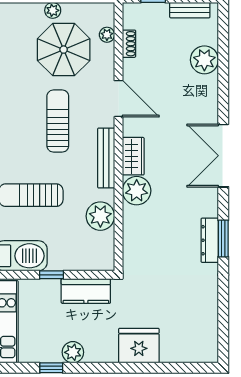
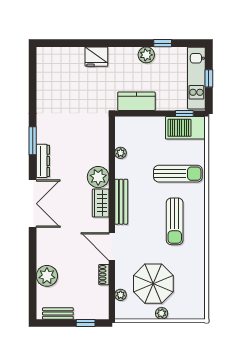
shoe rack: (129, 44) -> (104, 275), moved
sun lounger: (58, 121) -> (175, 221), moved
plant: (100, 216) -> (121, 153), width x0.53, depth x0.53
dresser: (210, 240) -> (43, 161), moved
window: (51, 275) -> (184, 113), moved
fridge: (139, 346) -> (96, 57), width x0.73, depth x0.75

